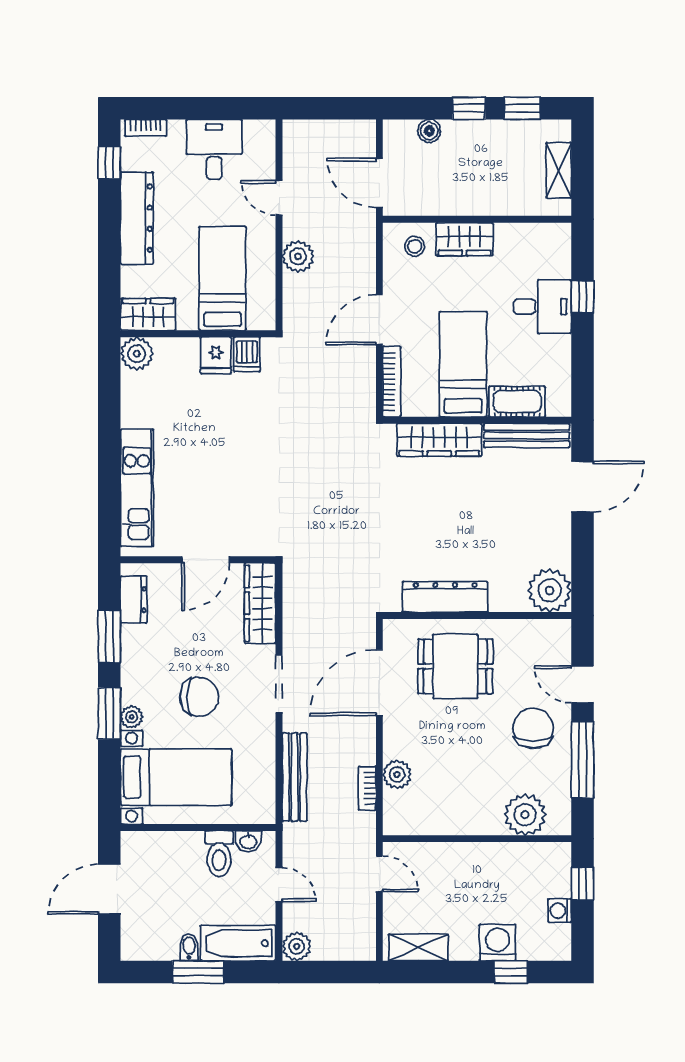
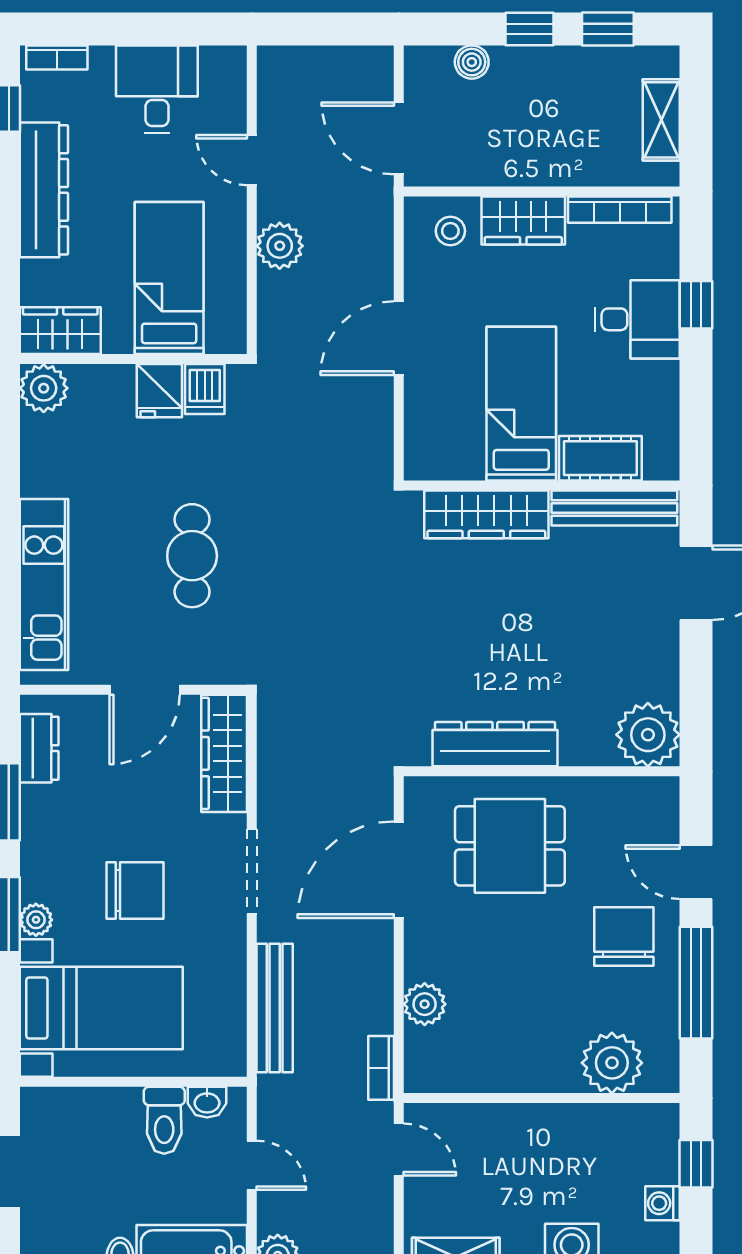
bookcase: (392, 382) -> (620, 210), moved, turned 90
cafe table: (238, 468) -> (192, 556), added
bookcase: (367, 788) -> (381, 1068), moved

